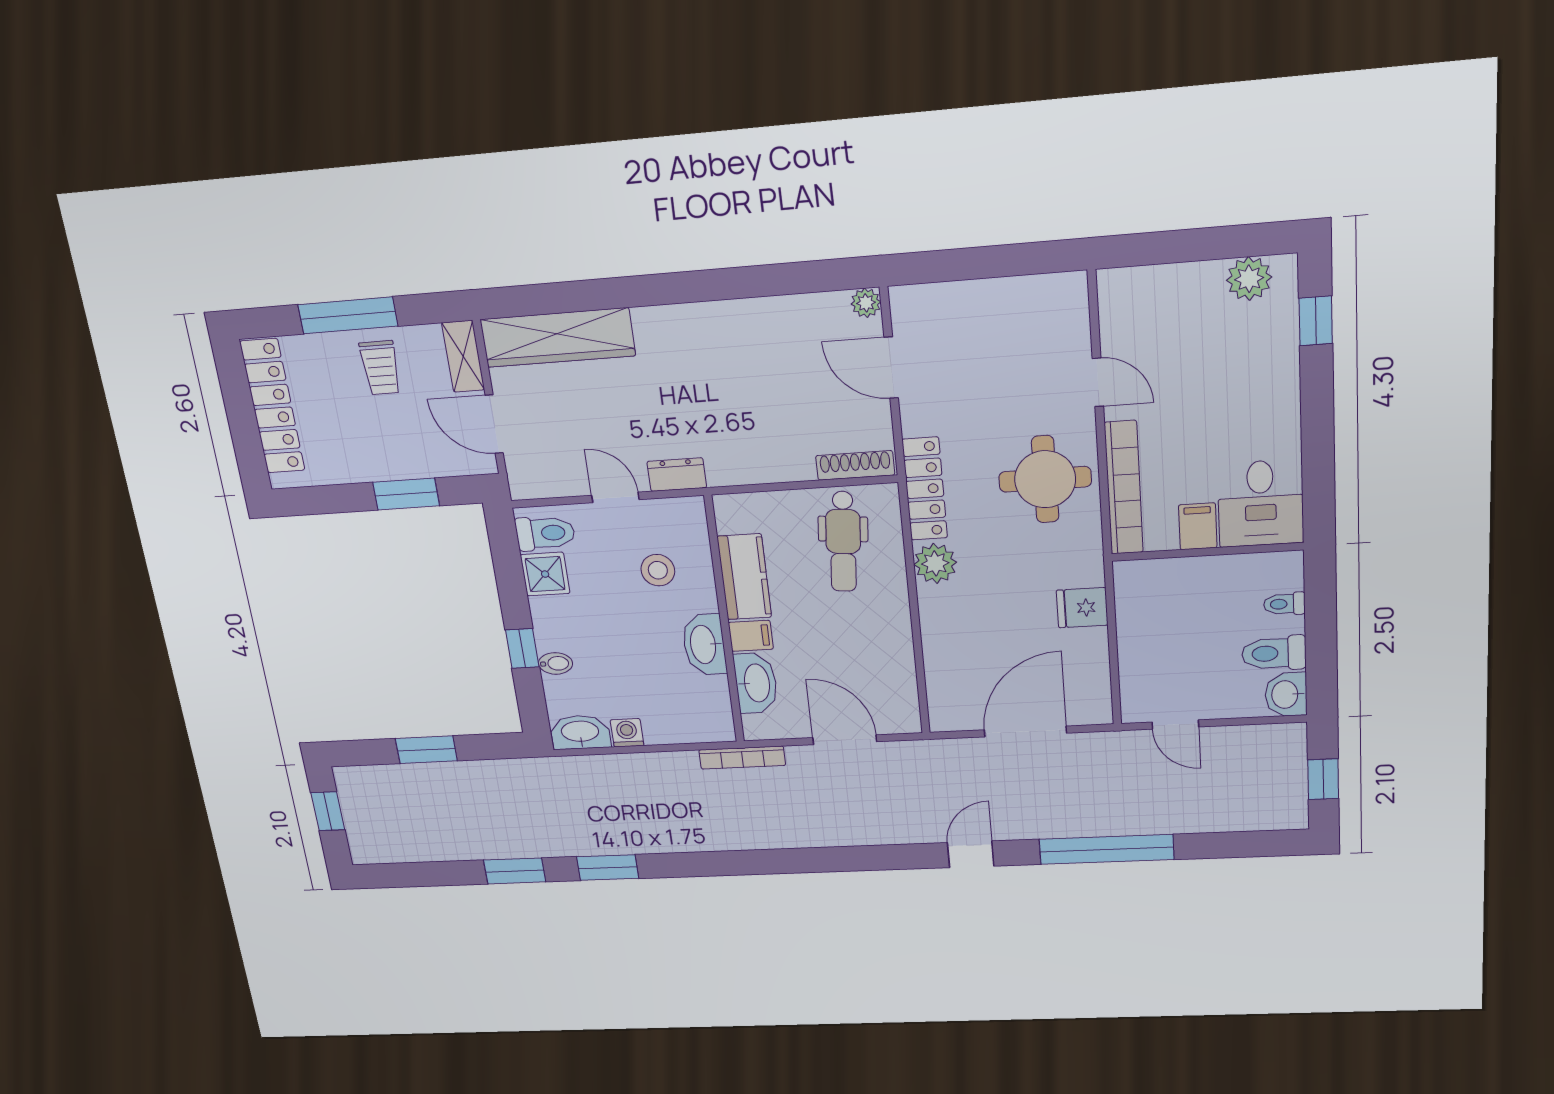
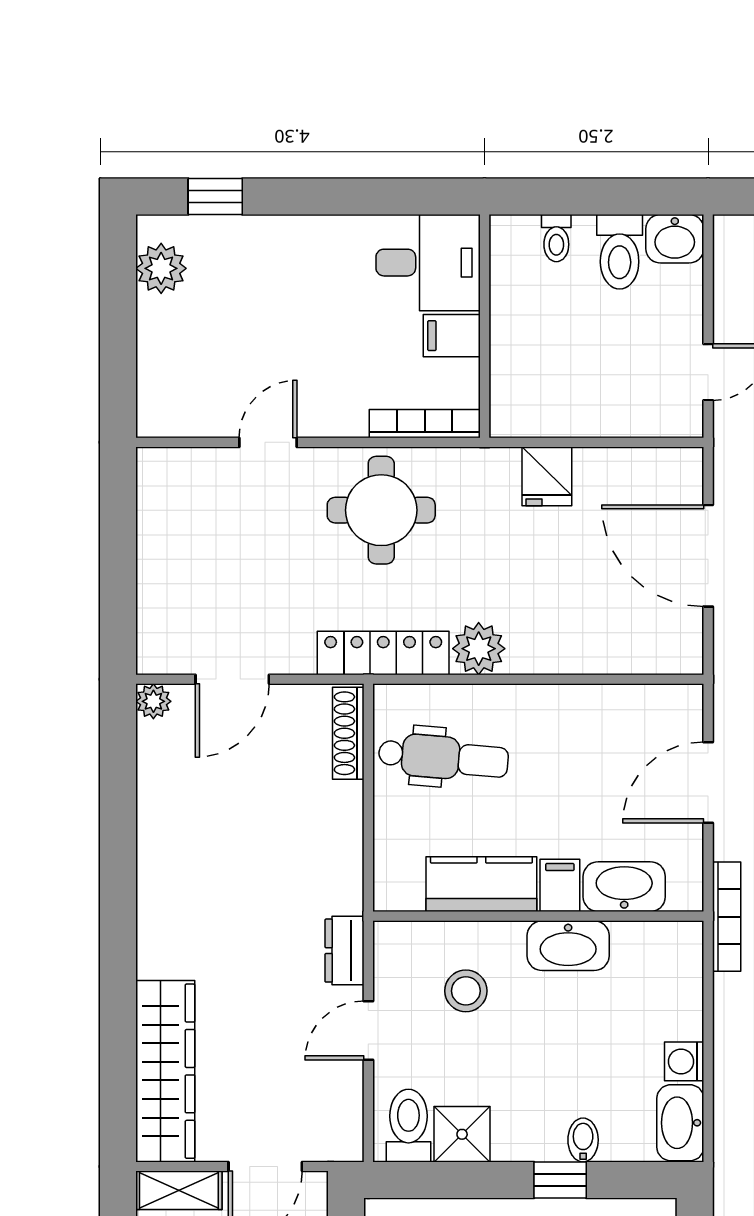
bookcase: (1124, 488) -> (425, 424), width x0.68, depth x0.76

